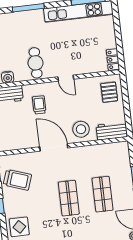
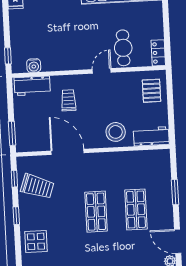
cafe table: (36, 63) -> (123, 48), moved
door: (66, 78) -> (102, 71), swing flipped
door: (54, 147) -> (68, 152), moved

